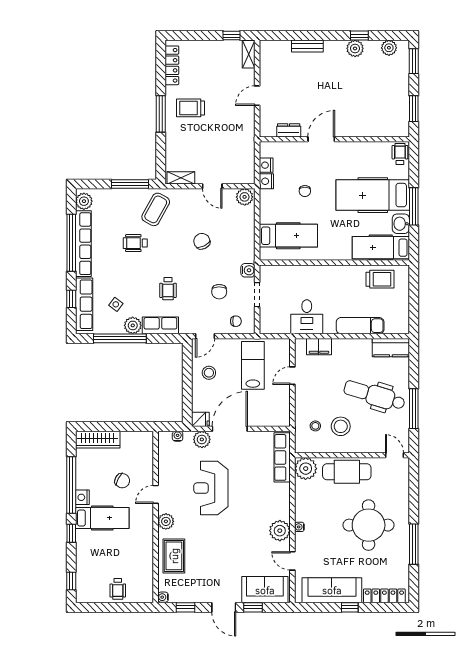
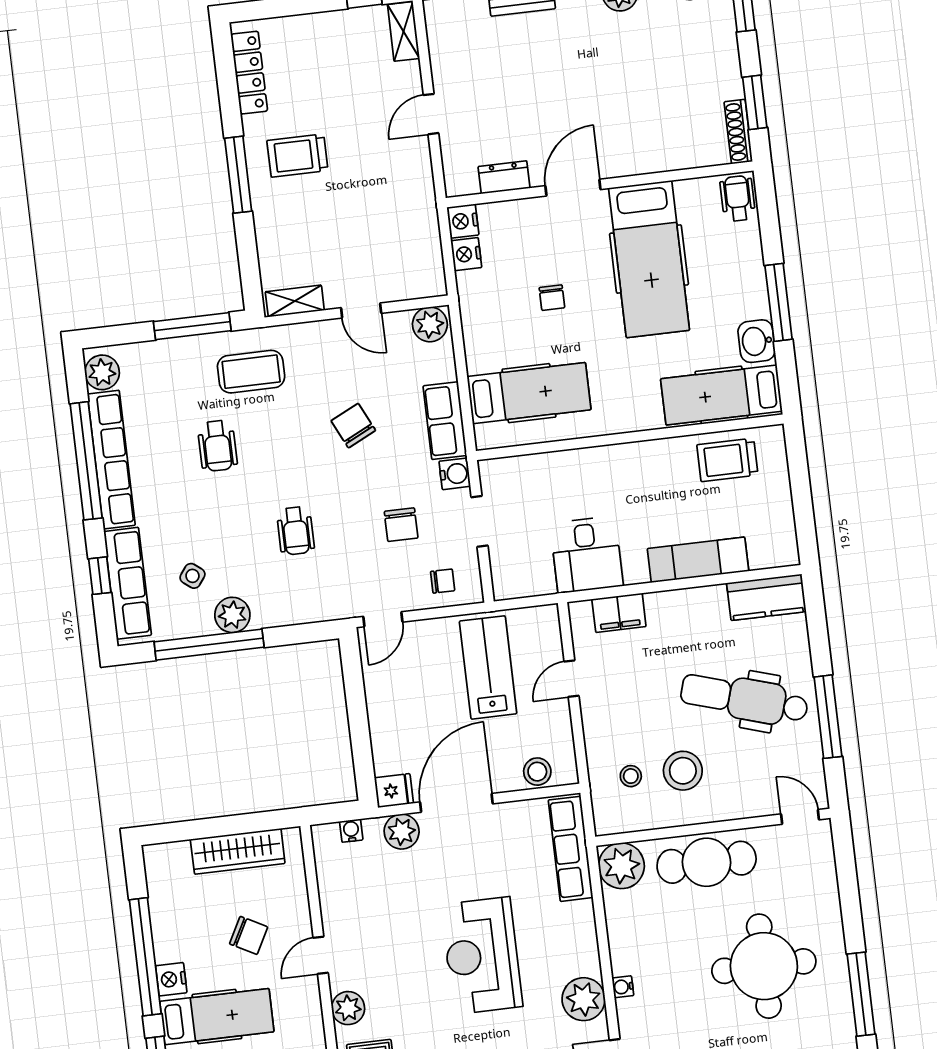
shoe rack: (404, 122) -> (738, 132), added
nightstand: (266, 181) -> (463, 221), moved
hospital bed: (373, 195) -> (649, 259), moved, turned -90
coffee table: (156, 209) -> (251, 372), turned 61
wheelchair: (135, 243) -> (217, 446), turned -90
trolley: (380, 279) -> (727, 460), turned 180
row of seats: (160, 325) -> (445, 421), moved, turned -90
stool: (209, 373) -> (537, 772), moved
wardrobe: (98, 440) -> (238, 851), moved
reception desk: (211, 488) -> (482, 956), moved

